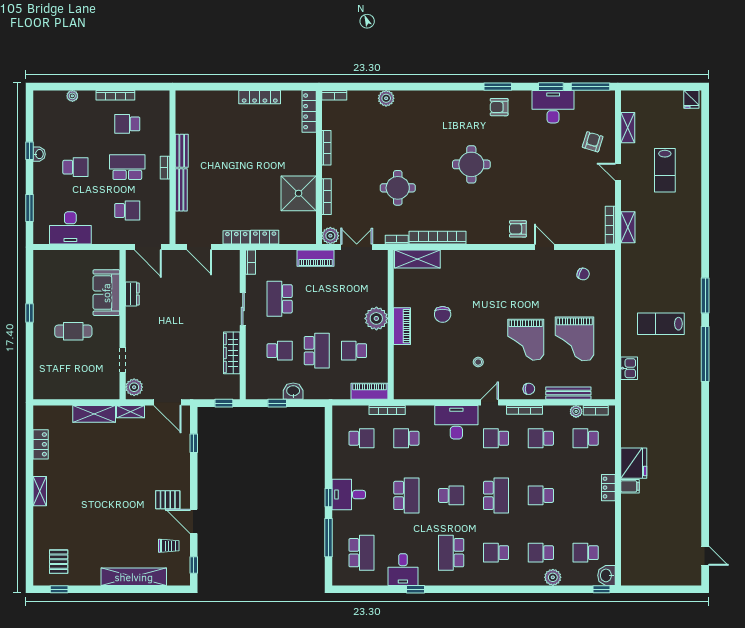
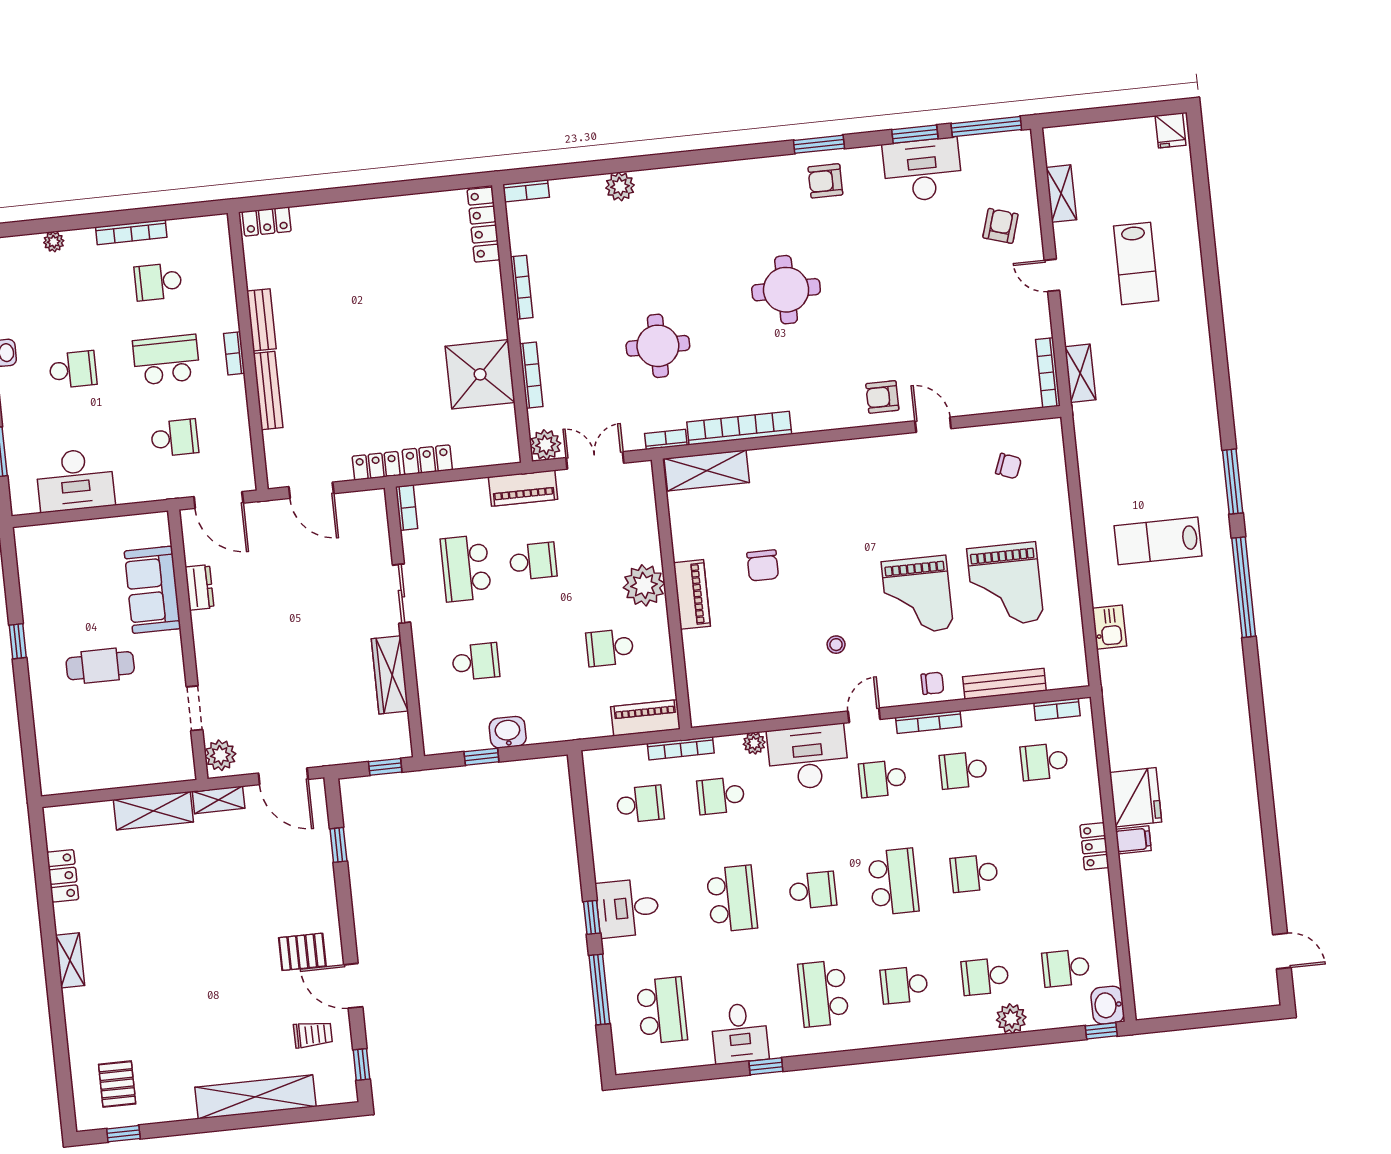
locker: (260, 97) -> (267, 222), moved, width x0.66
school desk: (317, 351) -> (533, 561), moved, width x0.54
plant: (576, 411) -> (754, 743), moved

